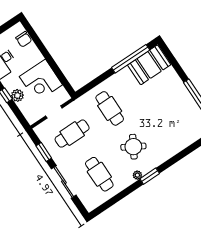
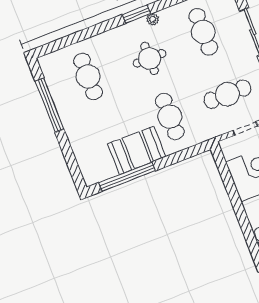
booth: (149, 65) -> (137, 150), moved
cafe table: (174, 124) -> (88, 76), added
round table: (133, 147) -> (149, 58), turned -30

